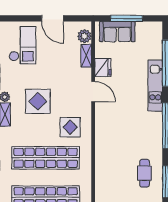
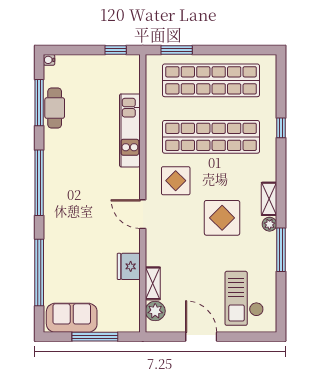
sofa: (117, 32) -> (72, 318), moved
kitchen unit: (155, 86) -> (130, 130), moved, turned 180
door: (93, 92) -> (143, 214), moved
cafe table: (145, 173) -> (55, 108), moved

